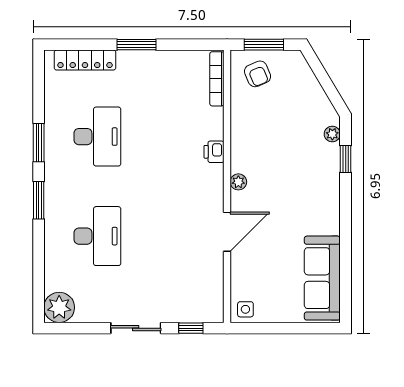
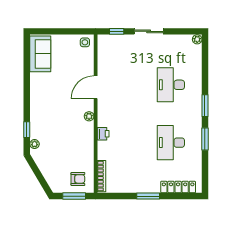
armchair: (258, 74) -> (78, 179), turned 113
sofa: (322, 278) -> (40, 54), width x0.73
plant: (59, 307) -> (197, 39), width x0.53, depth x0.53

